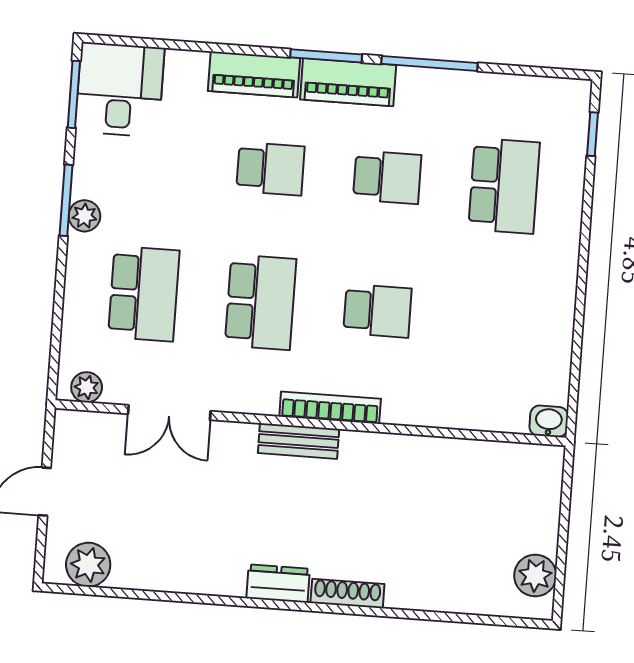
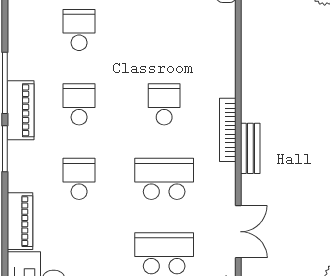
piano: (254, 74) -> (20, 221), moved
piano: (348, 82) -> (21, 110), moved
school desk: (504, 186) -> (79, 30), width x0.54

